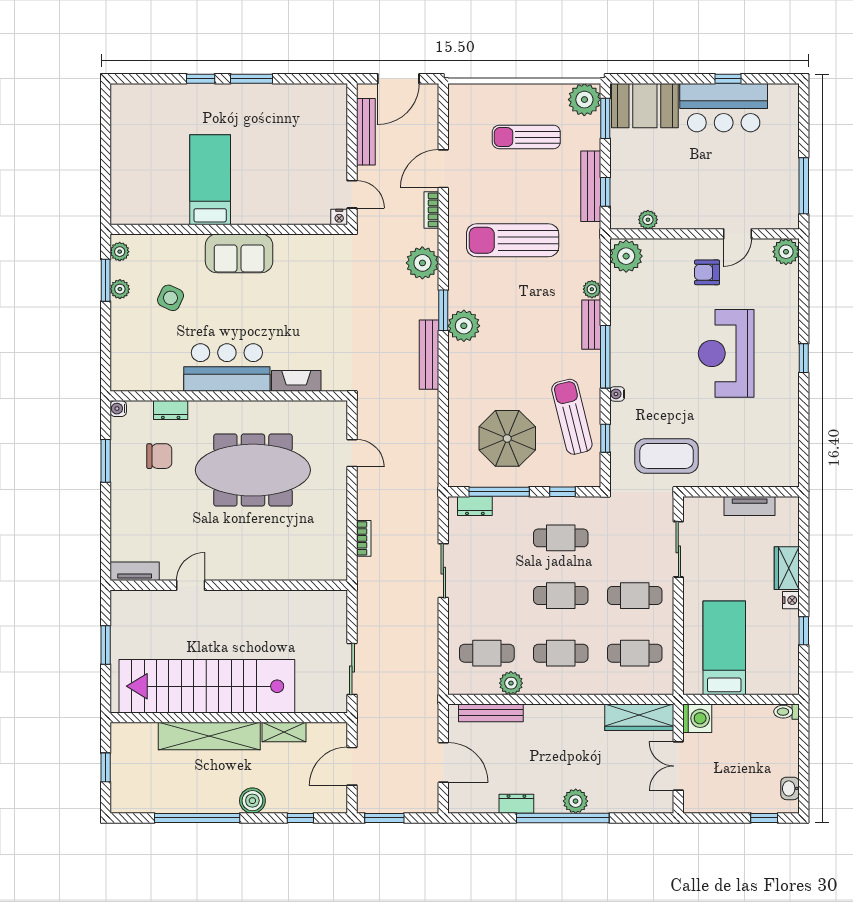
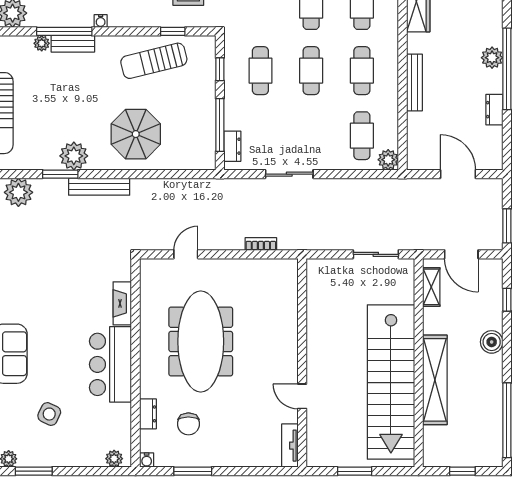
plant: (120, 289) -> (114, 459), moved
window: (605, 357) -> (64, 31), moved
water cooler: (617, 394) -> (101, 21), moved
parasol: (507, 438) -> (136, 134), moved
chair: (159, 456) -> (188, 424), turned 180
plant: (511, 683) -> (388, 160), moved
bench: (491, 713) -> (414, 82), moved
shelving: (284, 732) -> (431, 287), moved
door: (443, 762) -> (458, 174), hinge flipped
window: (197, 818) -> (507, 420), moved

